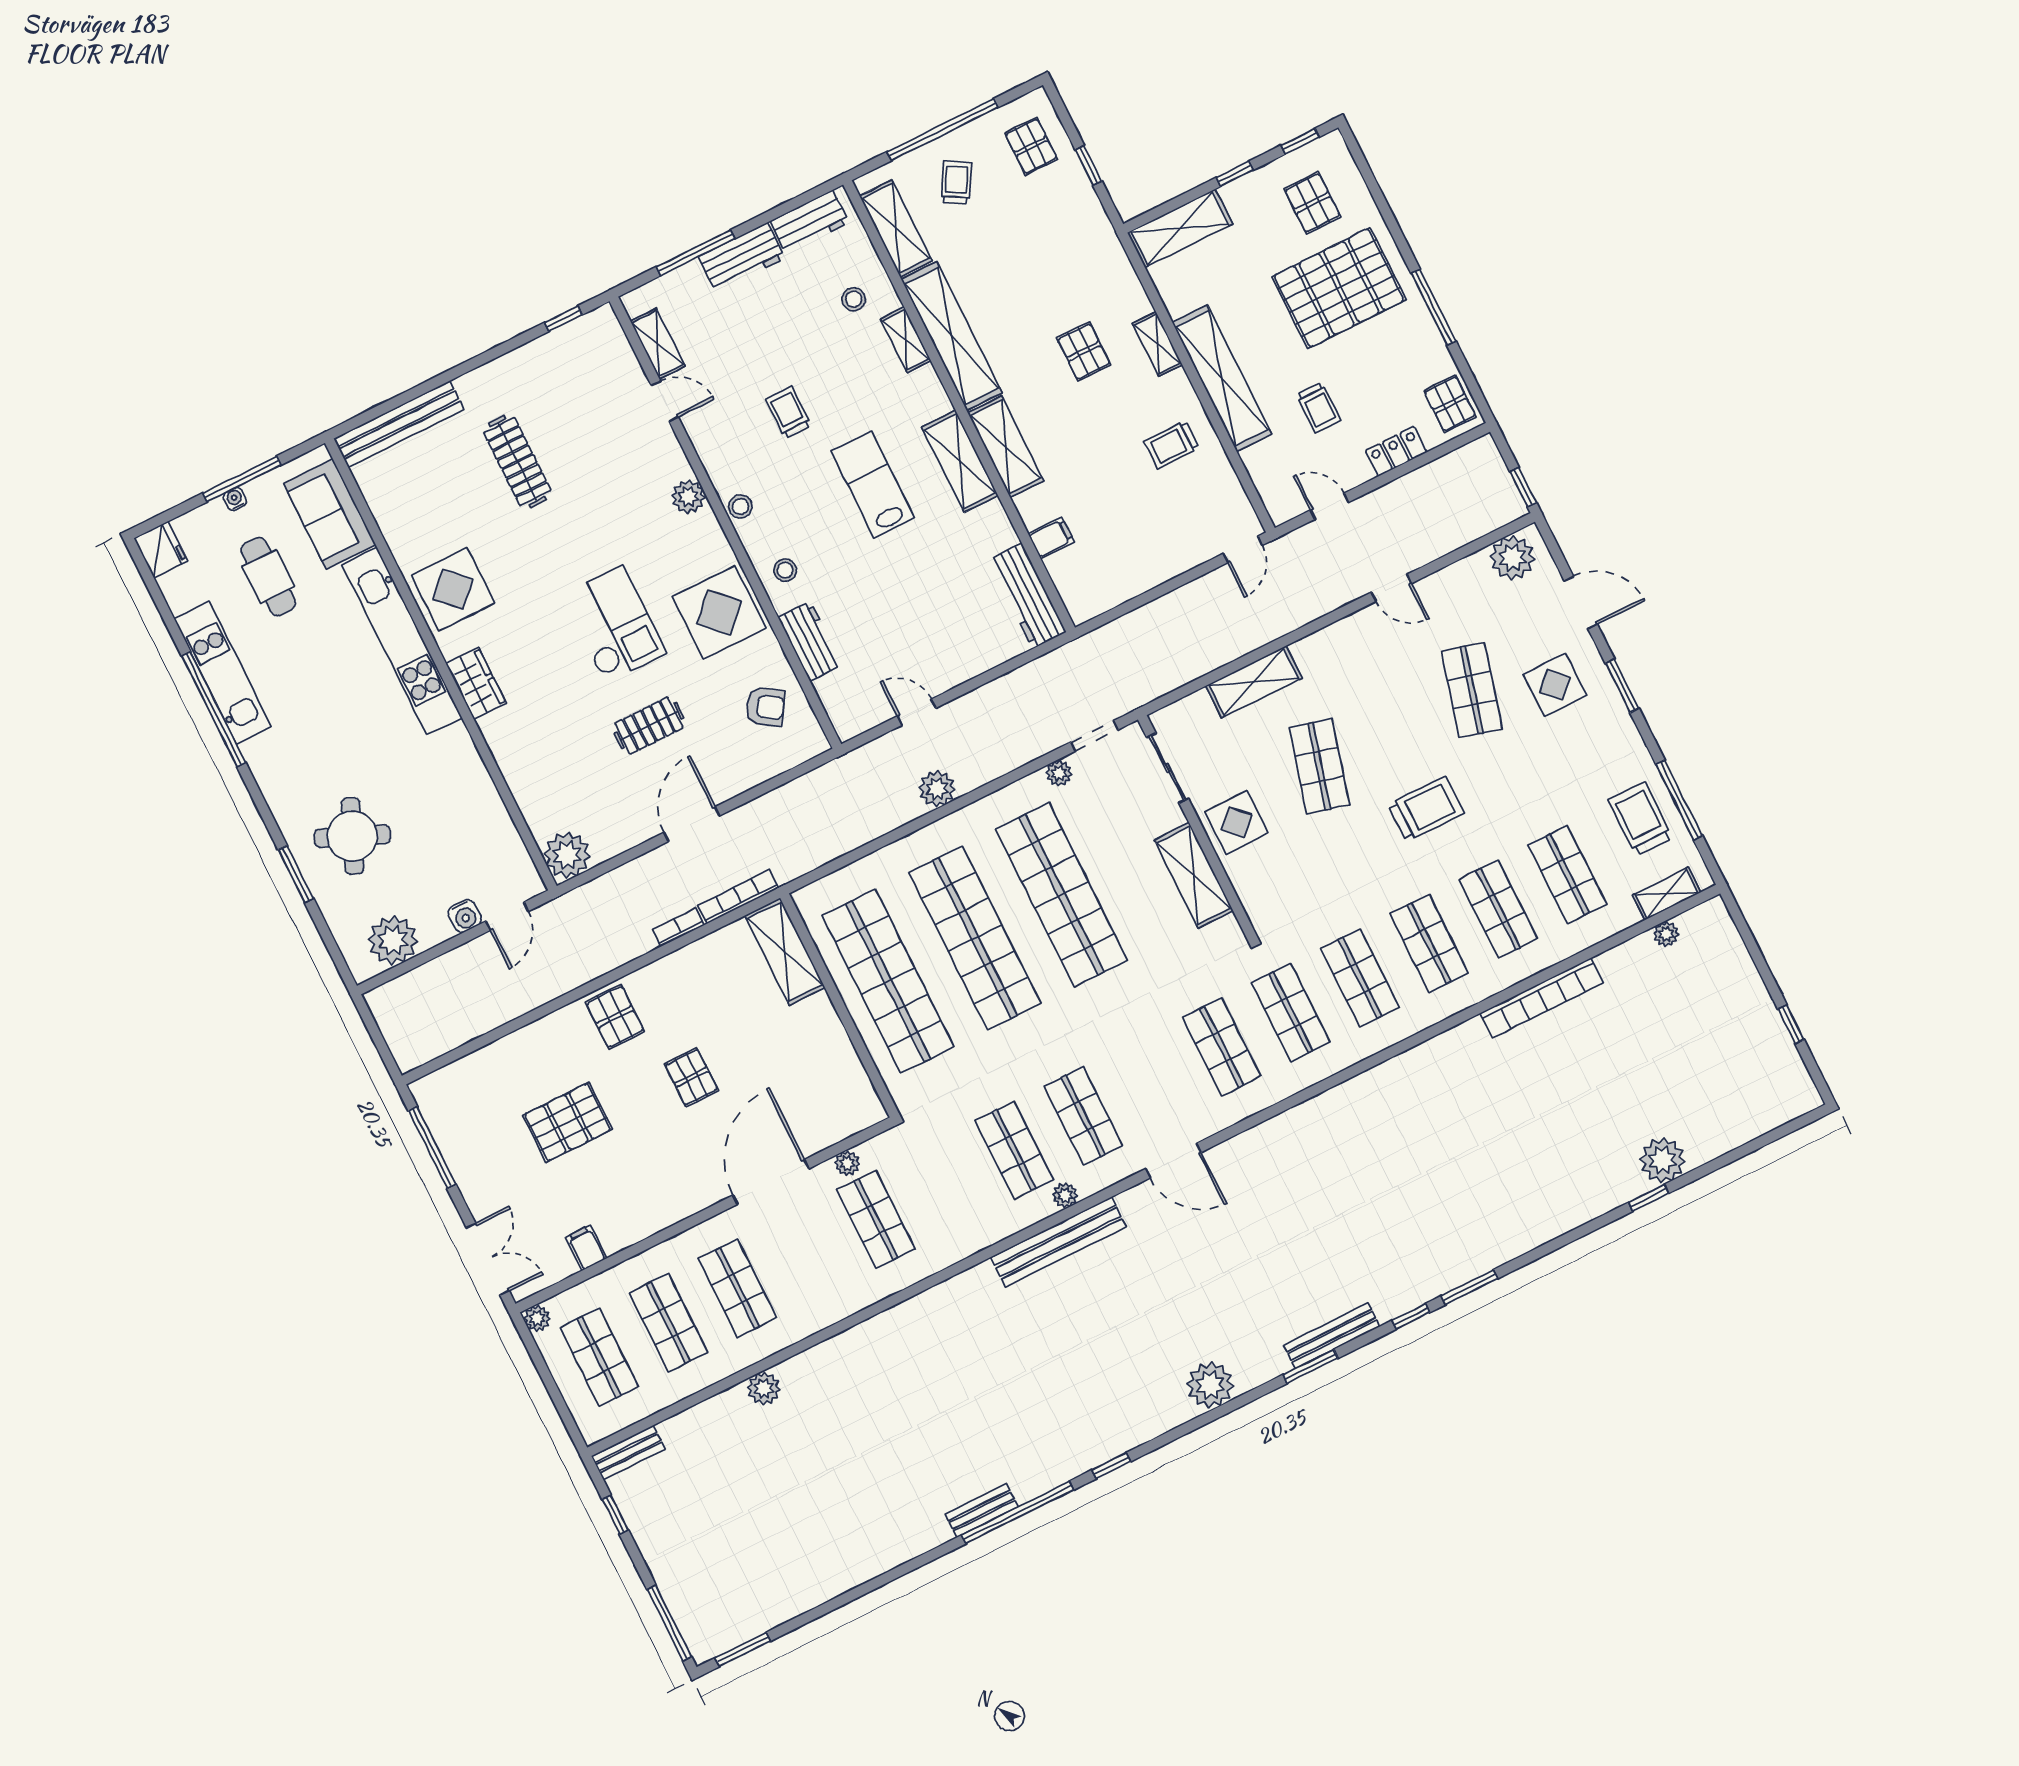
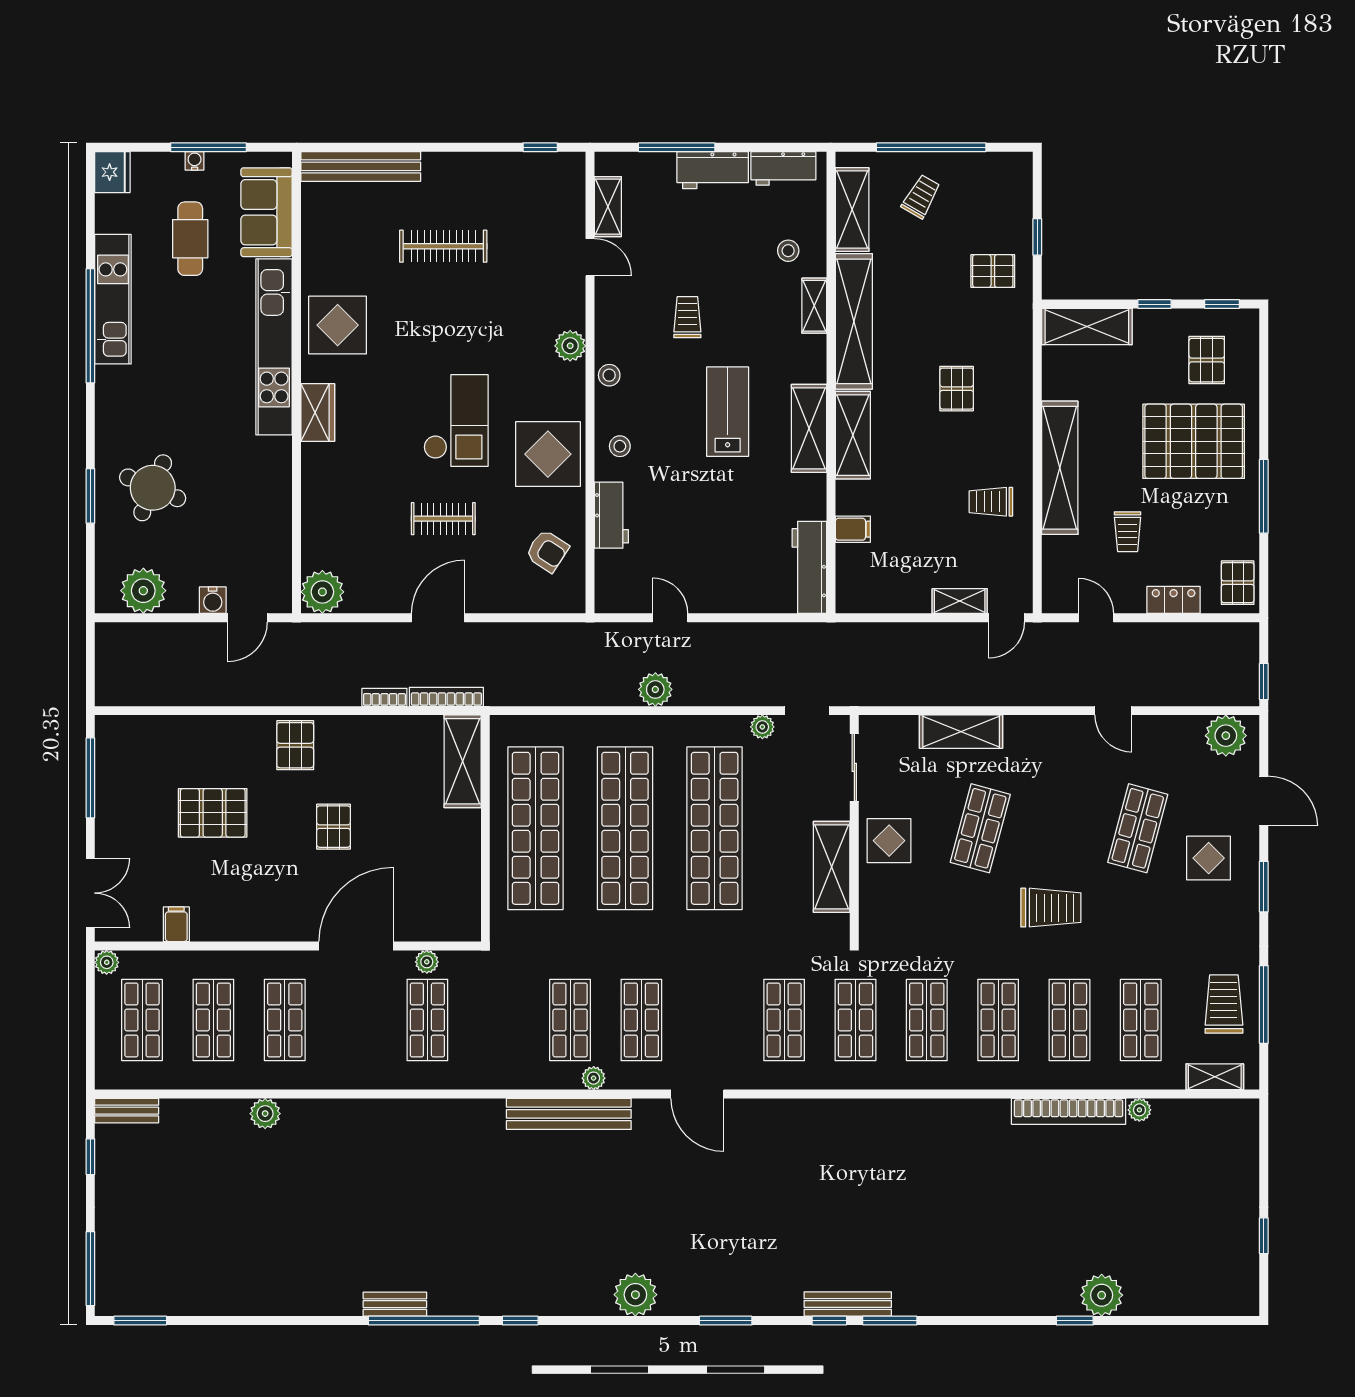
pallet: (1031, 146) -> (993, 271), moved, turned 90
shelving: (1157, 344) -> (960, 601), moved, turned 90
clothes rail: (517, 462) -> (443, 246), turned 90
plant: (1666, 934) -> (1139, 1110), moved
bench: (1332, 1336) -> (848, 1304), moved

